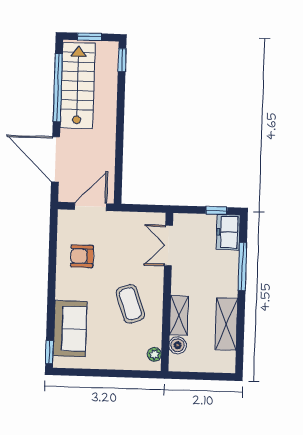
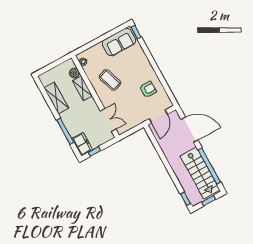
sofa: (70, 329) -> (119, 42), moved, turned -90

